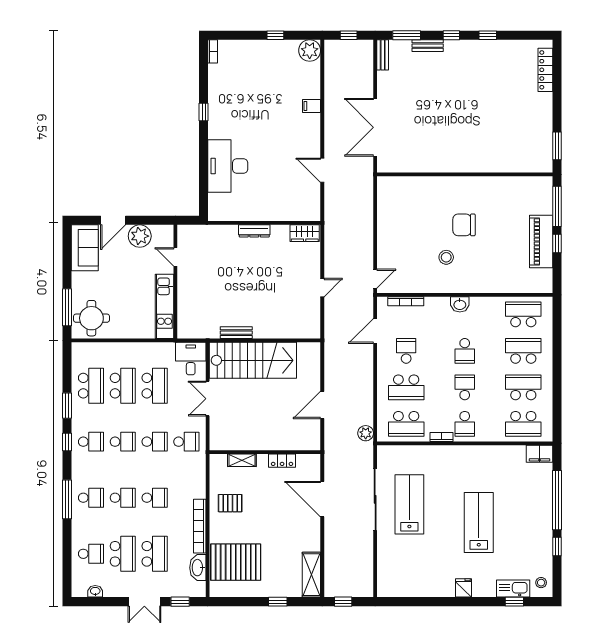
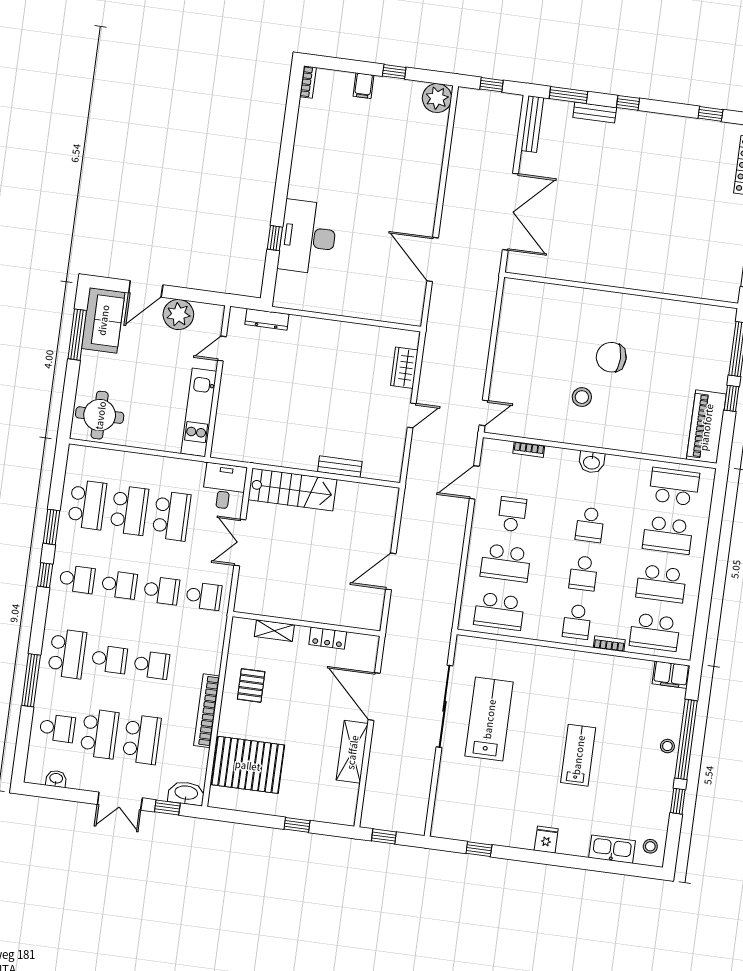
window: (488, 35) -> (710, 114), moved
bench: (383, 55) -> (532, 124), width x1.36
filing cabinet: (312, 106) -> (363, 86), moved, turned -90
window: (204, 112) -> (275, 238), moved
double door: (375, 127) -> (510, 212), swing flipped
door: (322, 170) -> (433, 259), width x1.36
dresser: (254, 231) -> (267, 319), moved
wardrobe: (305, 233) -> (404, 368), moved, turned 90
piano: (541, 242) -> (706, 427), moved
door: (175, 257) -> (222, 349), hinge flipped
bookcase: (406, 301) -> (529, 449), width x0.64
window: (67, 307) -> (77, 335), moved
bench: (236, 333) -> (340, 467), moved
school desk: (523, 351) -> (668, 535), turned 180
stairs: (253, 360) -> (292, 490), width x0.73, depth x0.66
school desk: (465, 387) -> (583, 573), turned 180
school desk: (523, 387) -> (661, 584), turned 180
plant: (366, 433) -> (444, 617), removed
bookcase: (441, 437) -> (609, 644), moved
school desk: (91, 498) -> (67, 654), width x1.85
window: (67, 499) -> (31, 680), moved
pallet: (230, 503) -> (251, 685), turned 90
stool: (544, 507) -> (667, 746), added
lab bench: (479, 522) -> (578, 755), width x0.73, depth x0.72
washbasin: (198, 568) -> (186, 793), moved, turned 90
shelving: (311, 575) -> (352, 752), moved
window: (514, 602) -> (479, 849), moved

